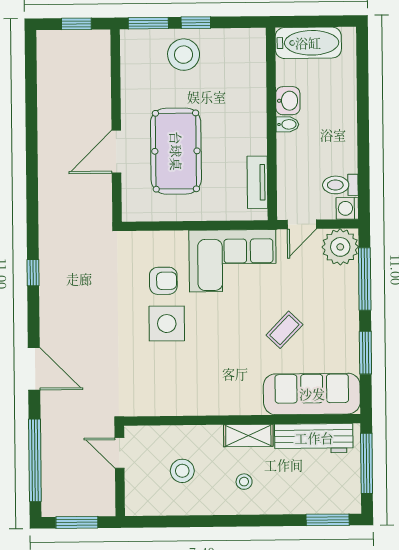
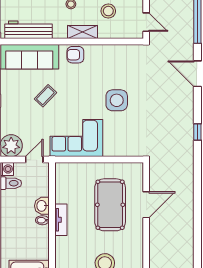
washbasin: (288, 101) -> (42, 206), moved
tv unit: (257, 182) -> (61, 220), moved
armchair: (163, 281) -> (75, 55), moved
shelving: (248, 435) -> (82, 32), moved

